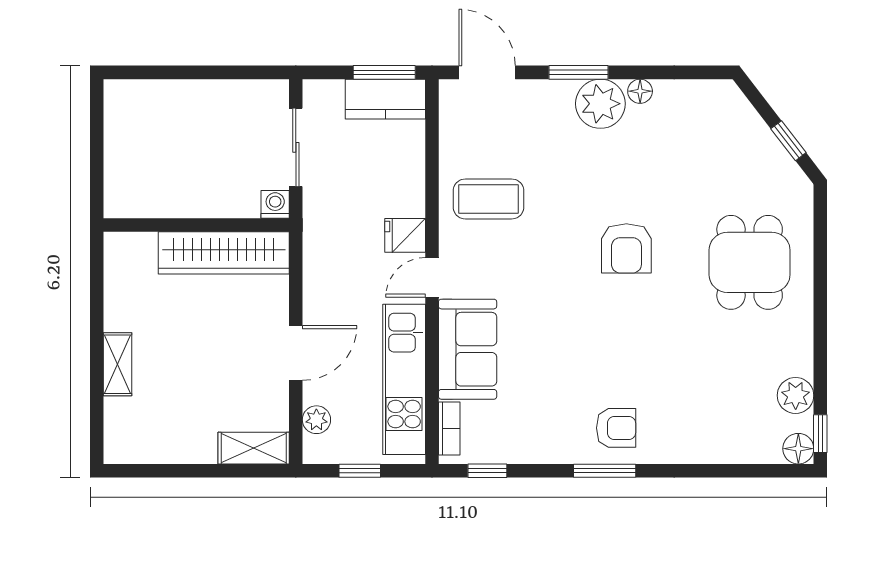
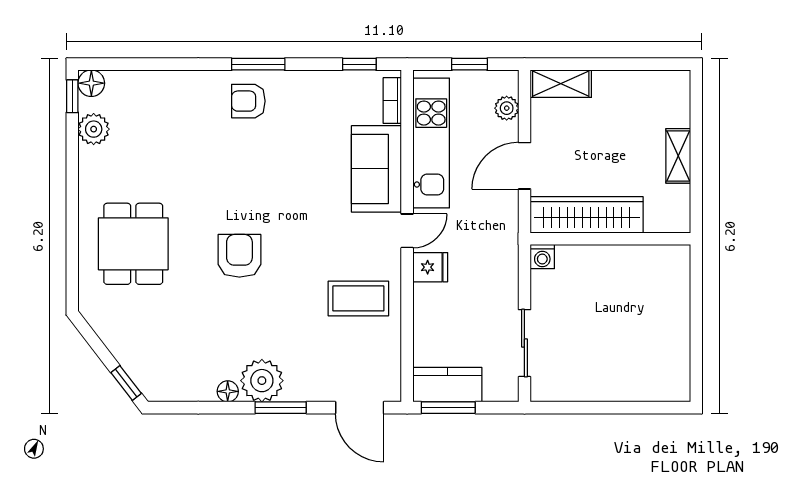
window: (788, 141) -> (126, 383), moved
washing machine: (275, 204) -> (542, 257), moved
wall: (196, 225) -> (610, 239), moved
wardrobe: (224, 253) -> (587, 215), moved

